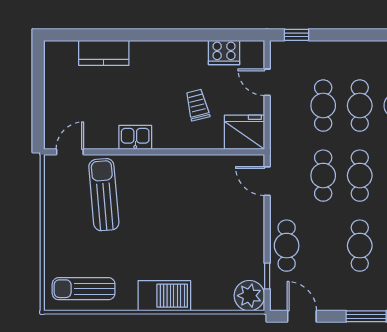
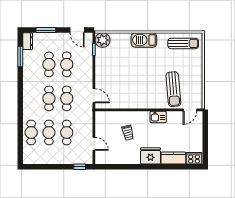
cooker: (224, 52) -> (194, 158), moved
fridge: (244, 132) -> (151, 156), moved, turned 180
cafe table: (287, 246) -> (67, 64), moved

